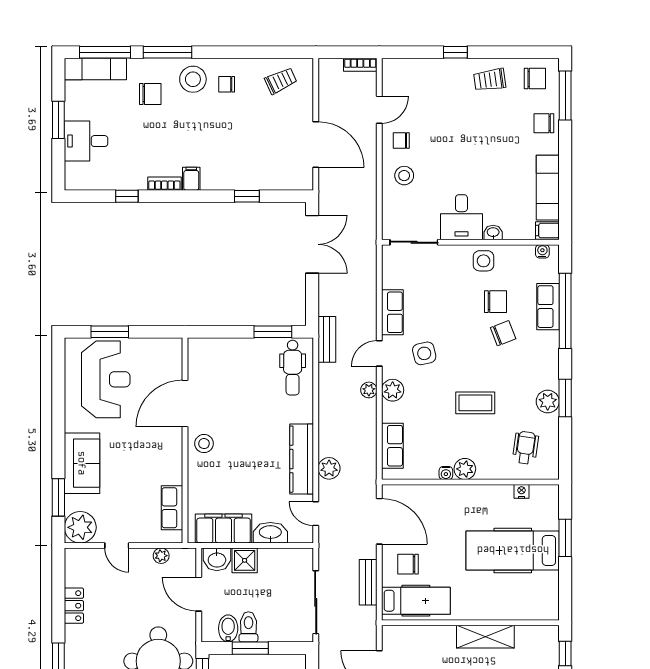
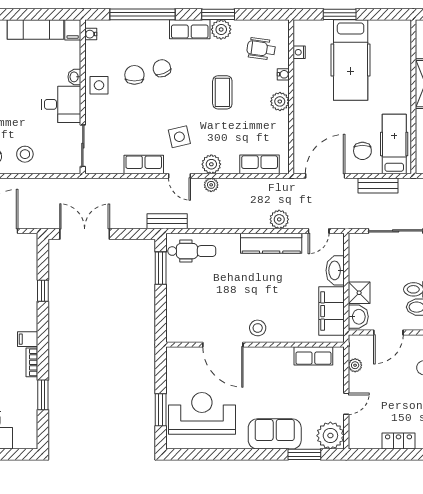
window: (127, 196) -> (43, 395), width x1.50
row of seats: (548, 307) -> (190, 29), moved
water cooler: (446, 473) -> (283, 74), moved

